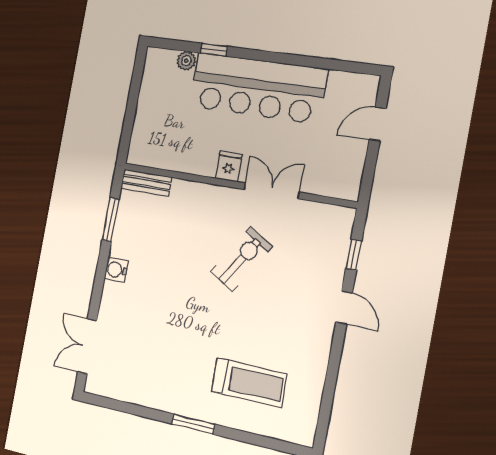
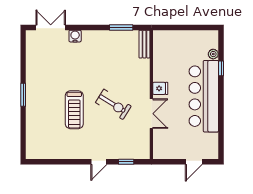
door: (378, 124) -> (194, 162), swing flipped
water cooler: (116, 270) -> (75, 36), moved
treadmill: (249, 383) -> (74, 110), moved

